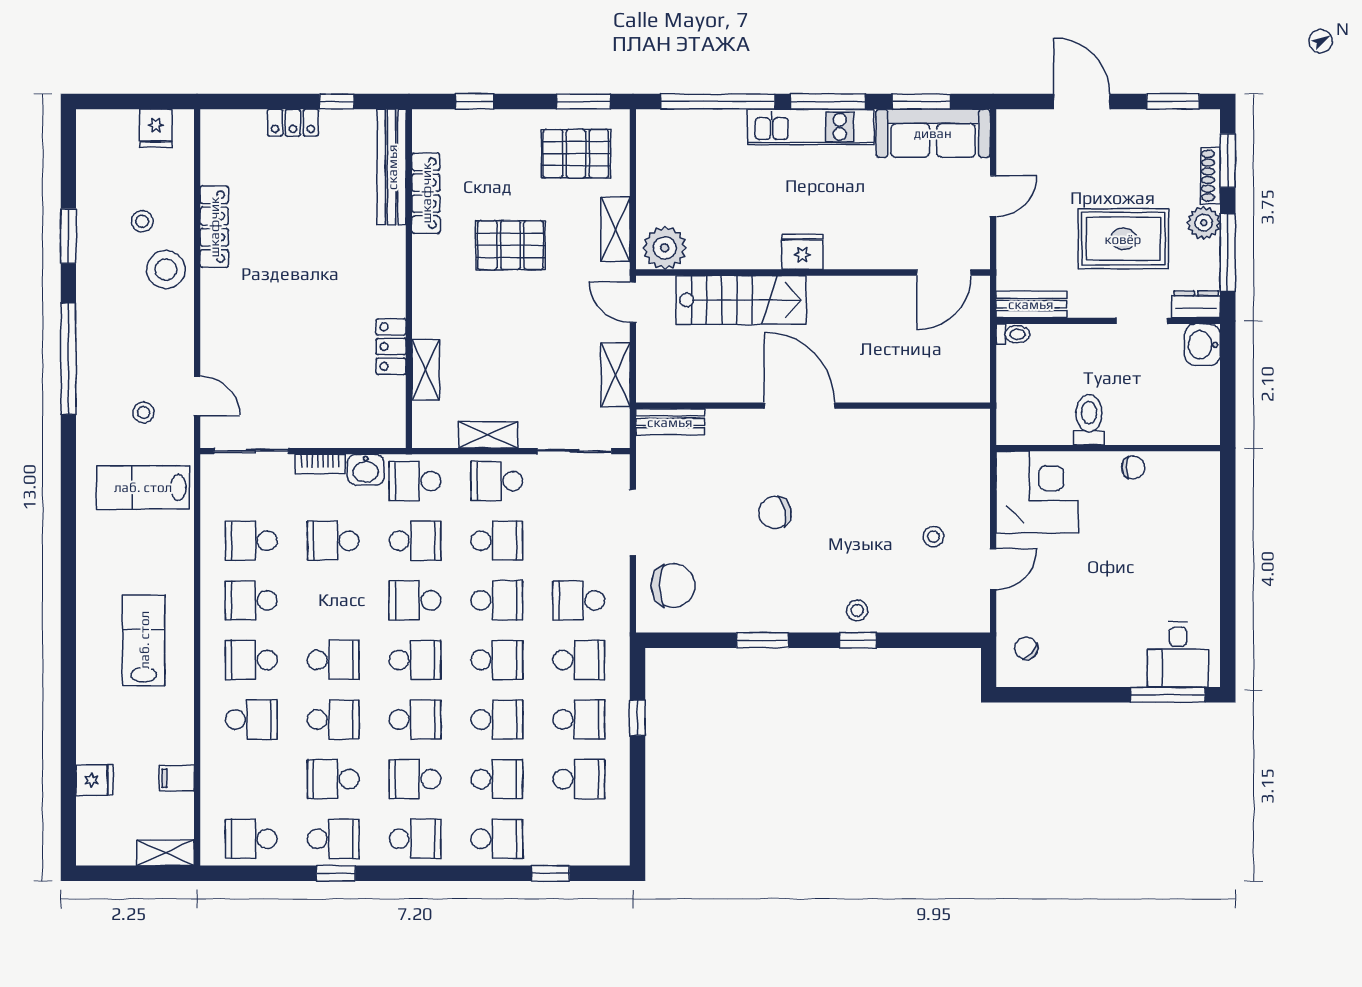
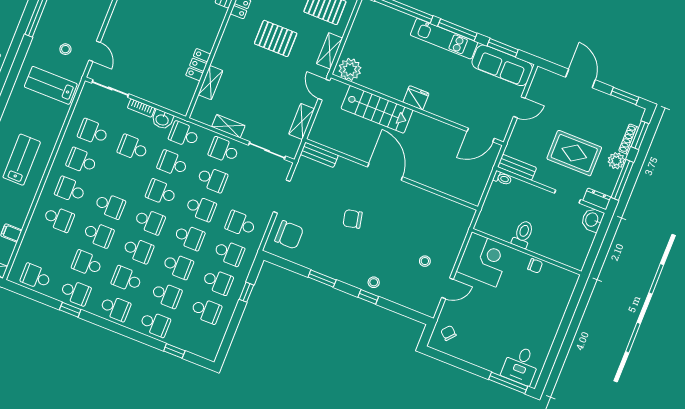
school desk: (415, 541) -> (173, 163), turned 180

